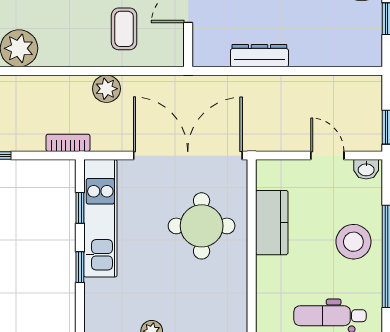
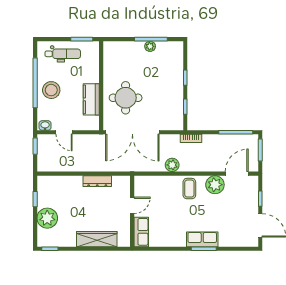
coffee table: (124, 29) -> (189, 189), moved
kitchen unit: (100, 218) -> (175, 102), removed

